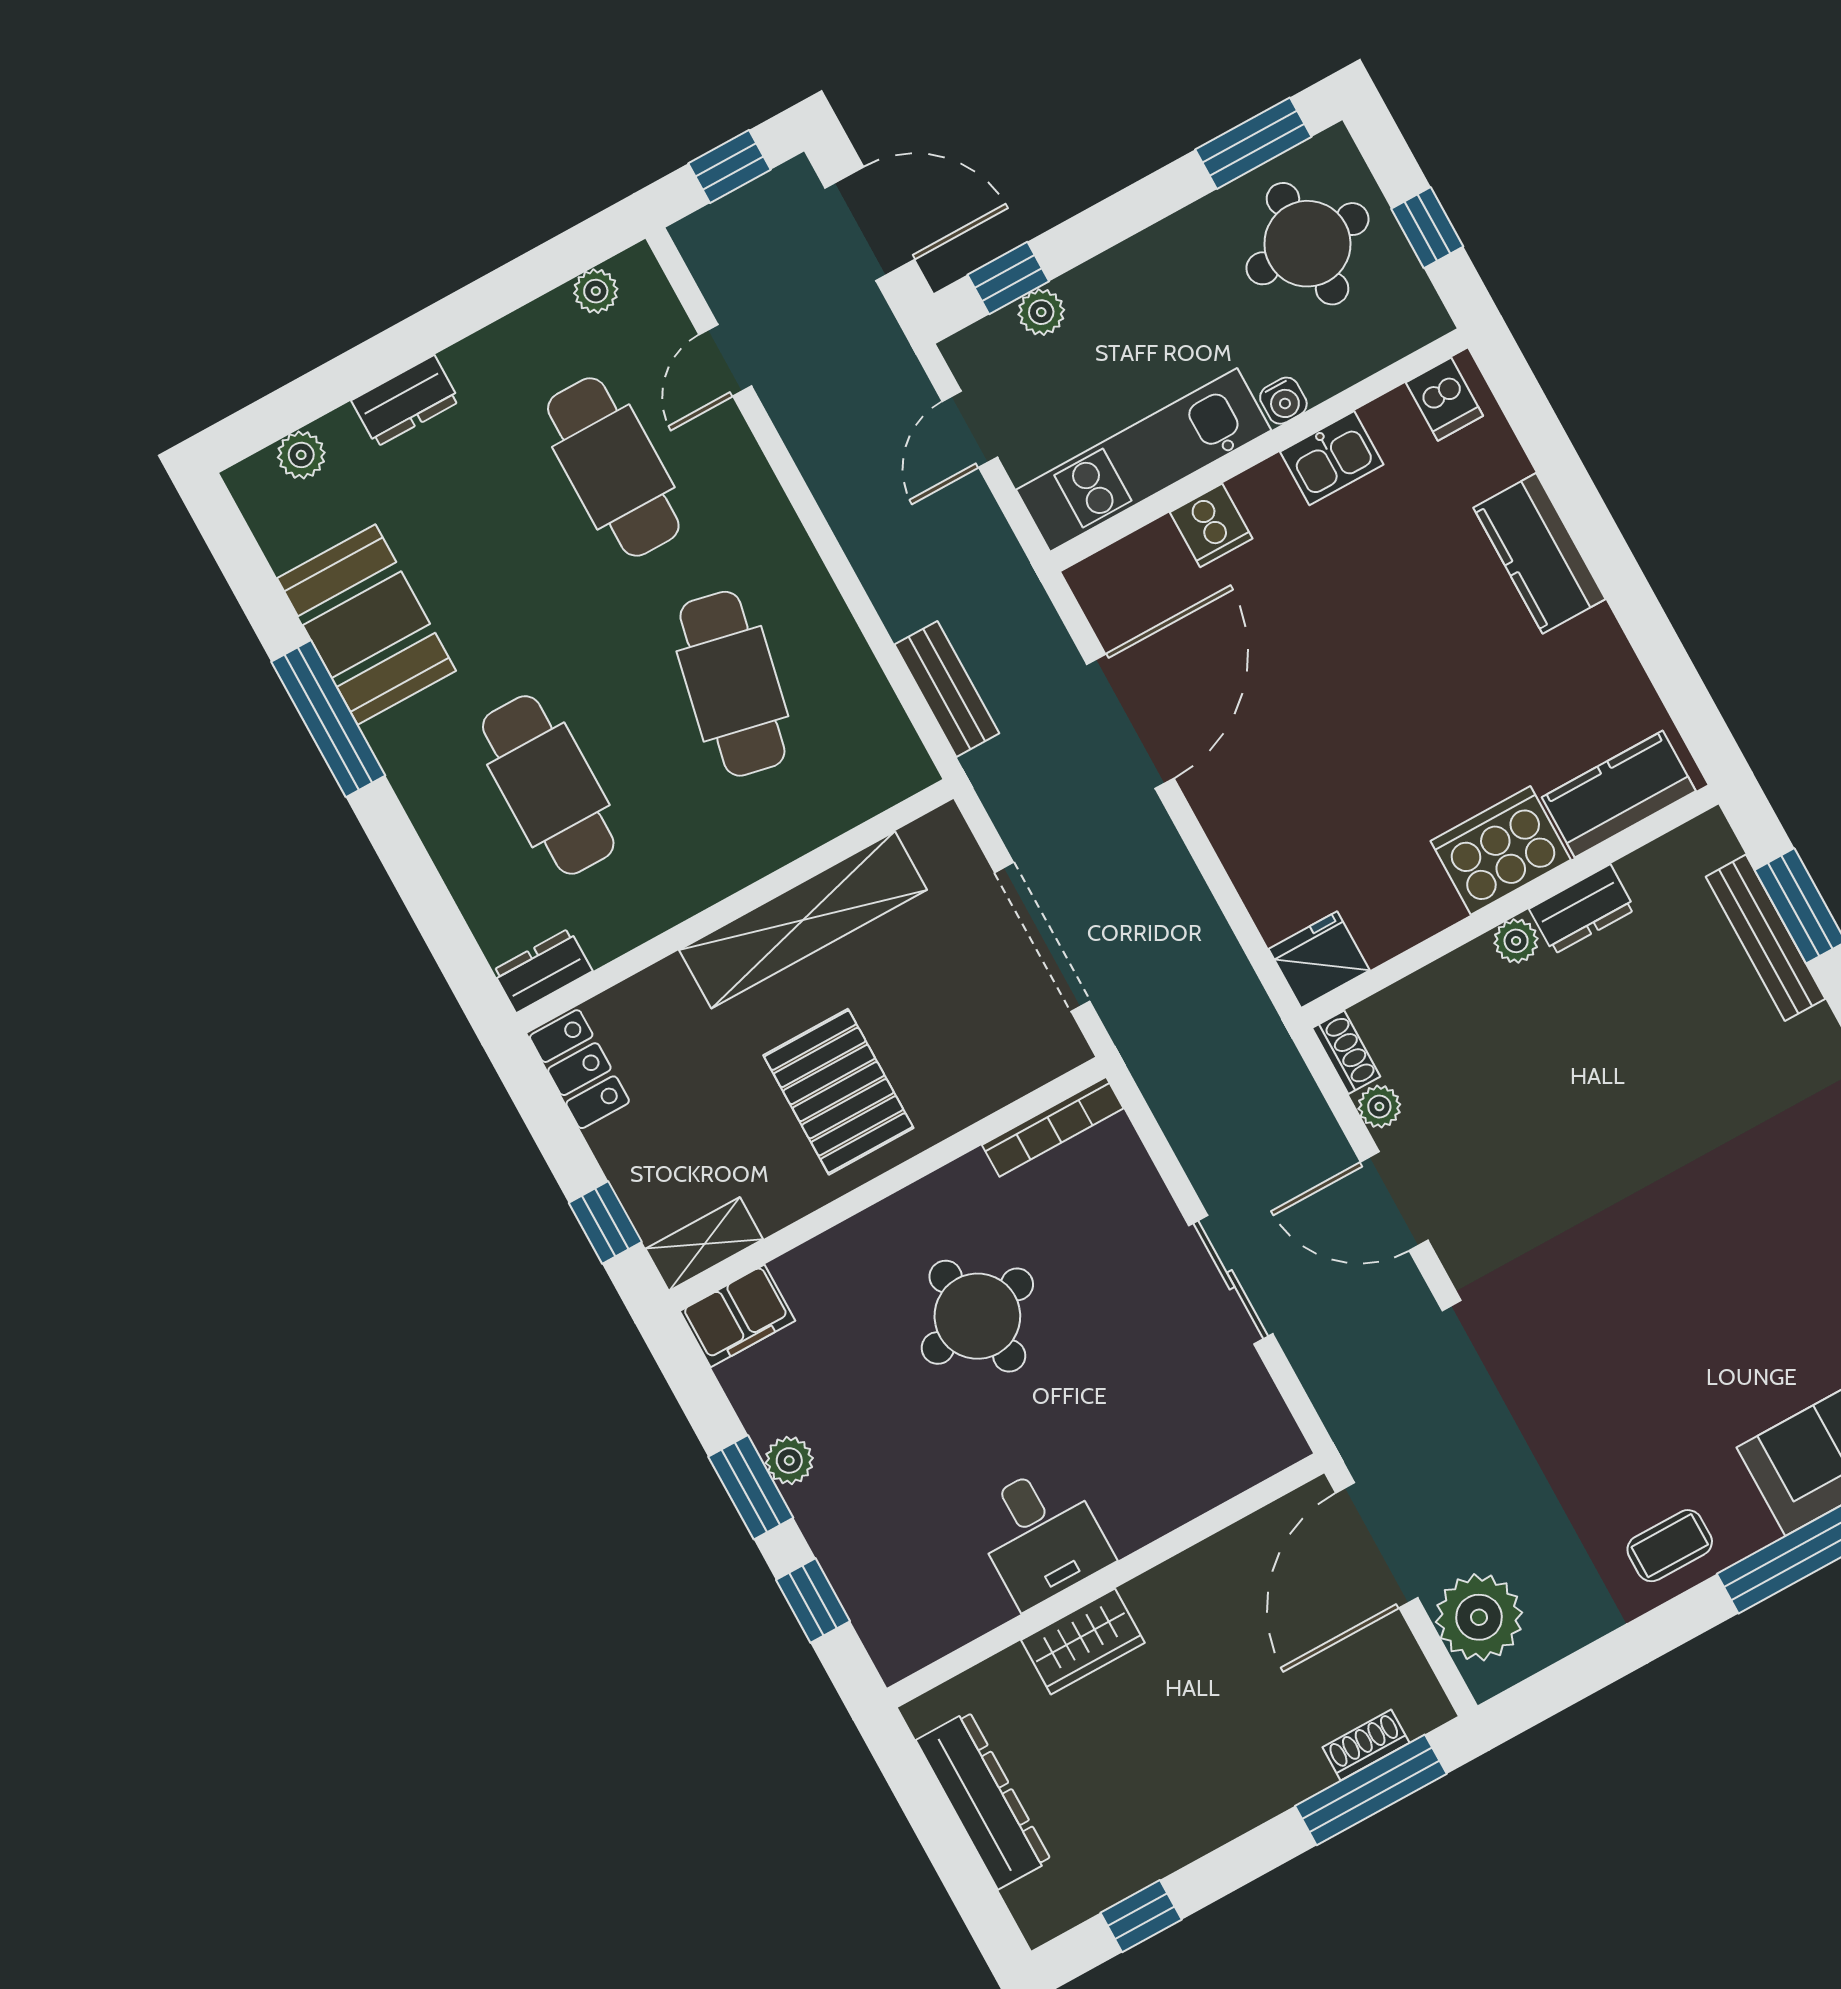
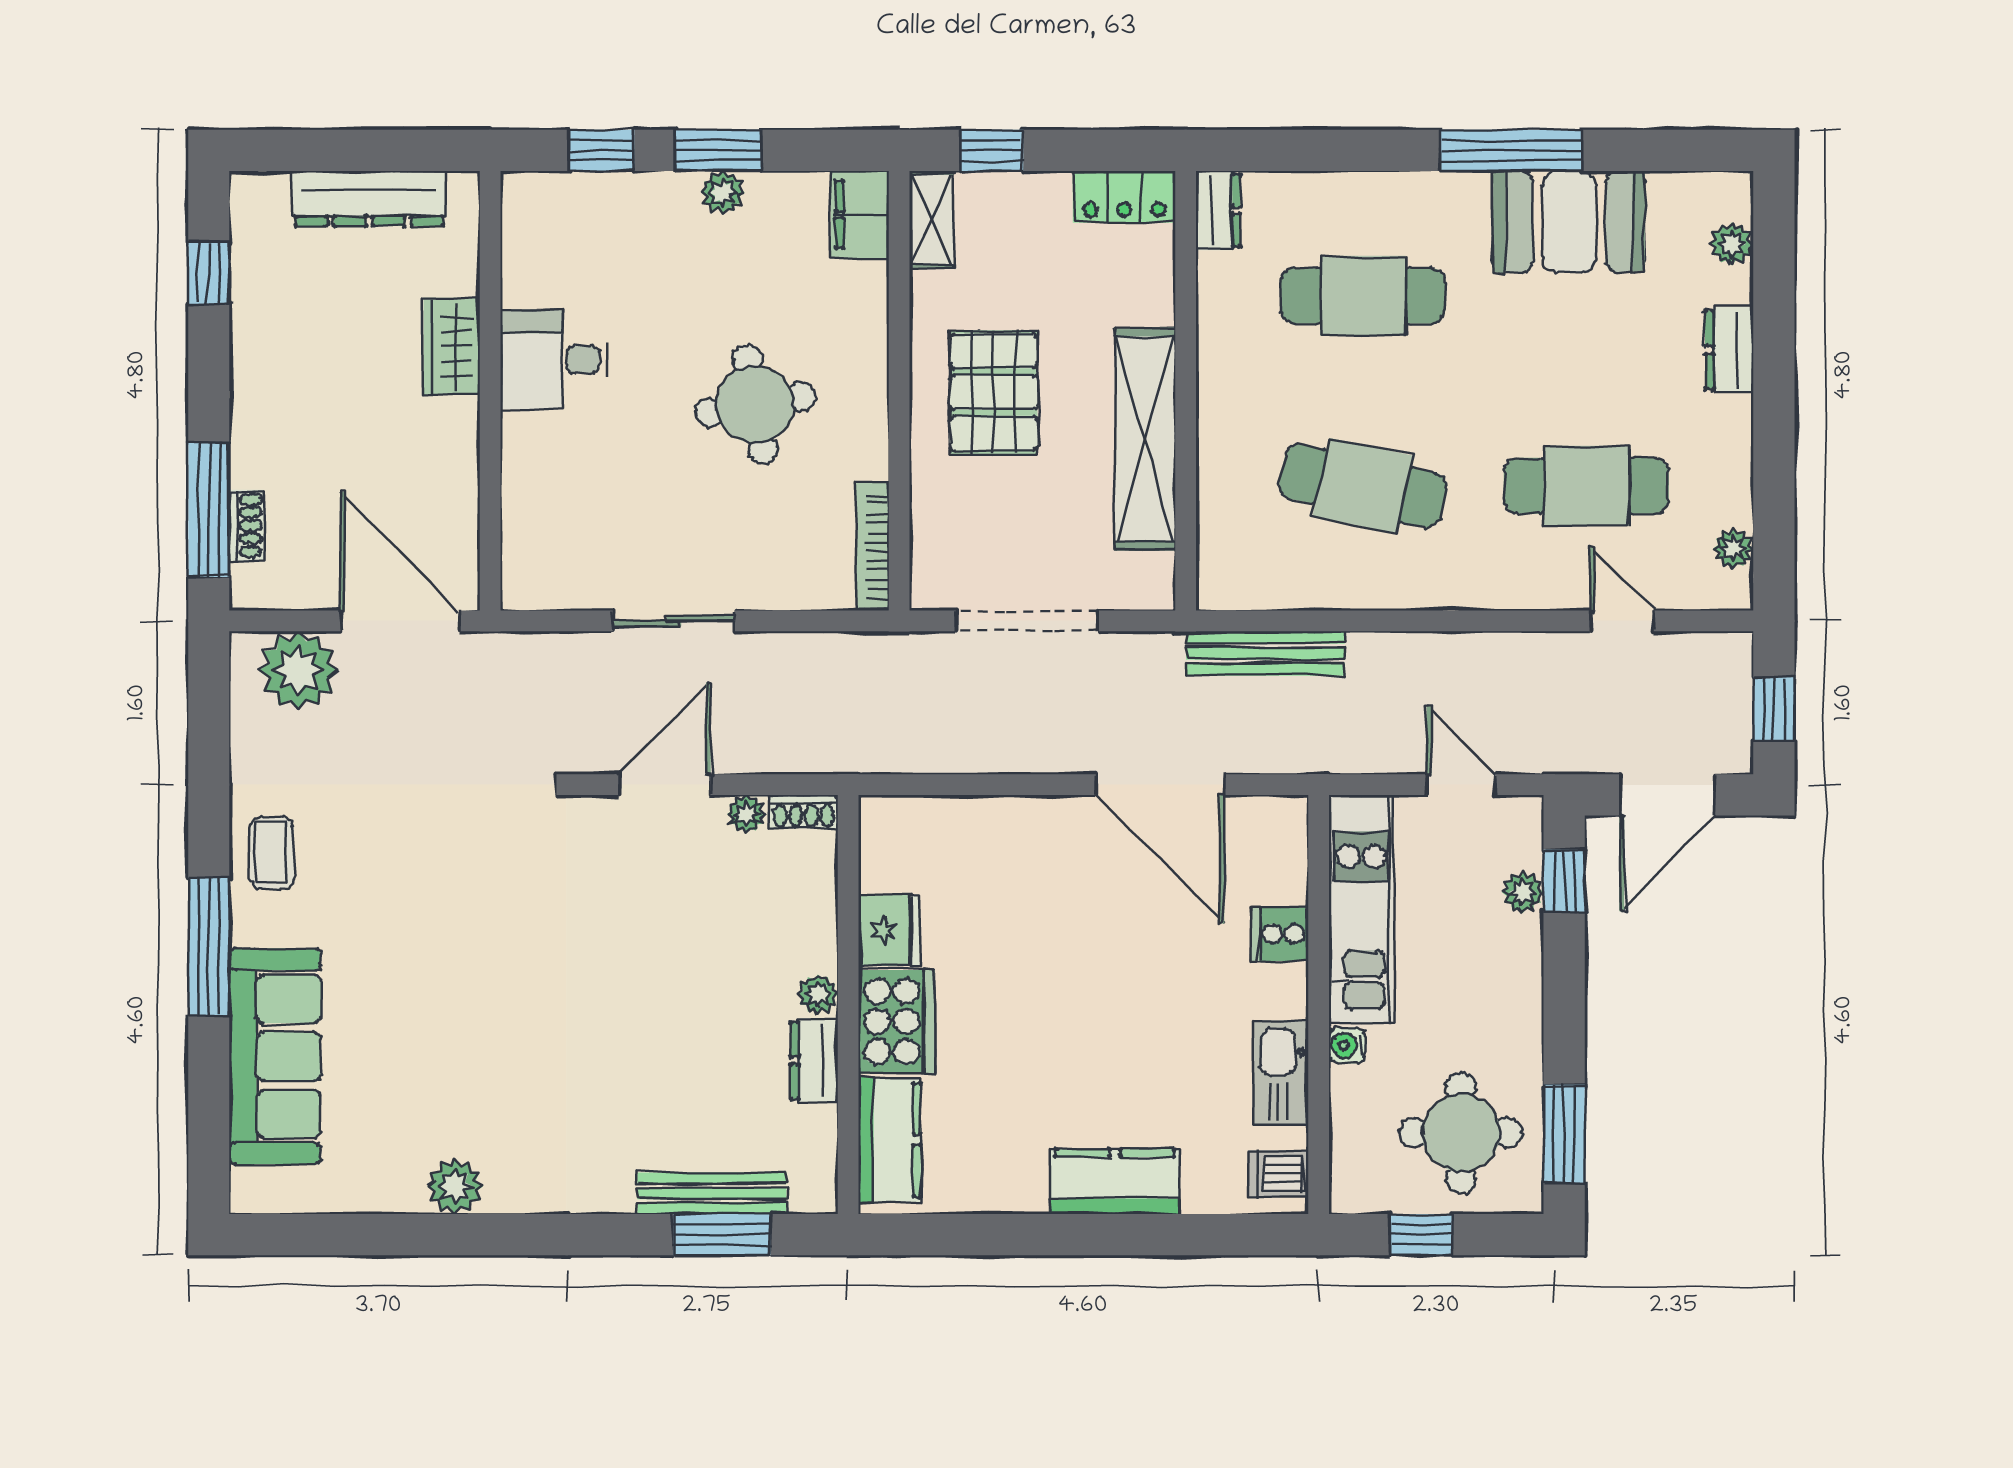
kitchen sink: (1332, 458) -> (1281, 1073), width x1.37
bench: (947, 689) -> (1265, 653), width x1.36
fridge: (1319, 960) -> (889, 930), moved
pallet: (838, 1092) -> (994, 392), turned 90

